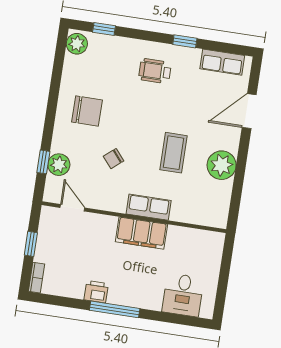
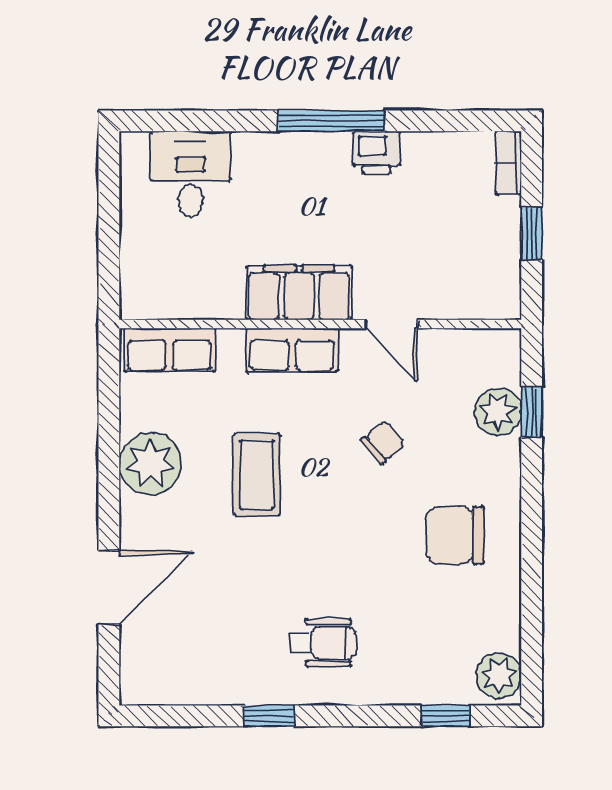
row of seats: (222, 62) -> (169, 350), moved, turned 180
door: (72, 208) -> (391, 324), moved

